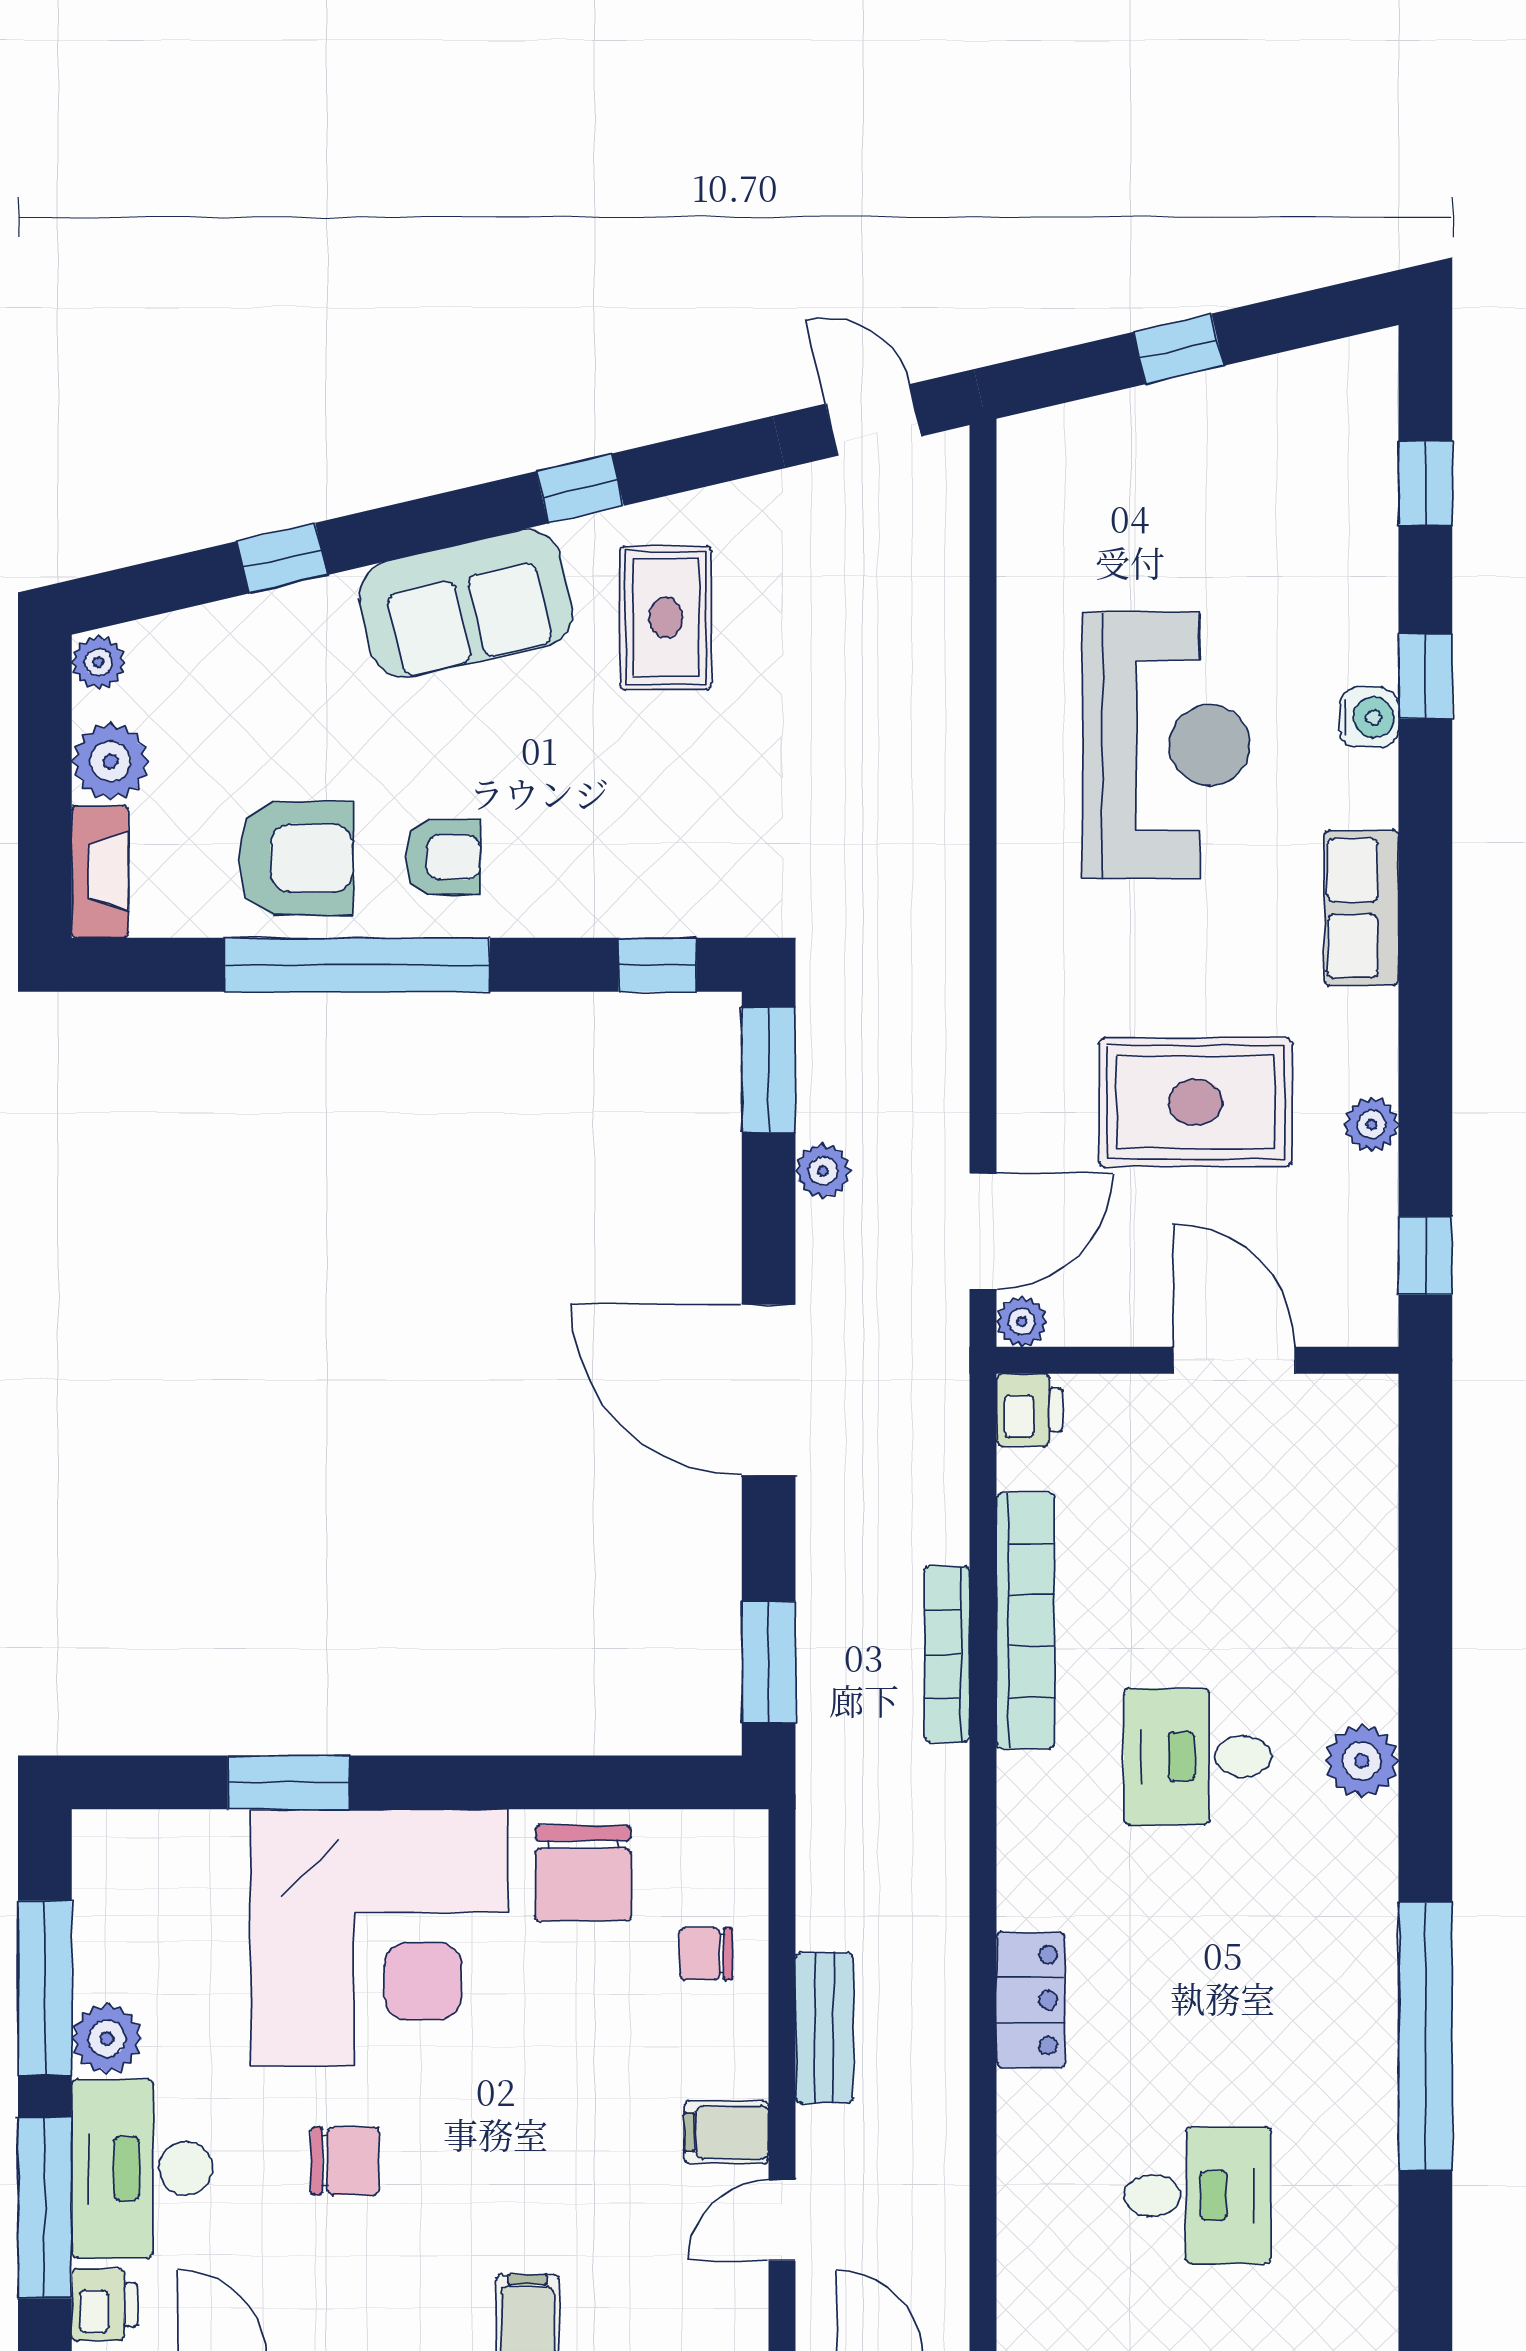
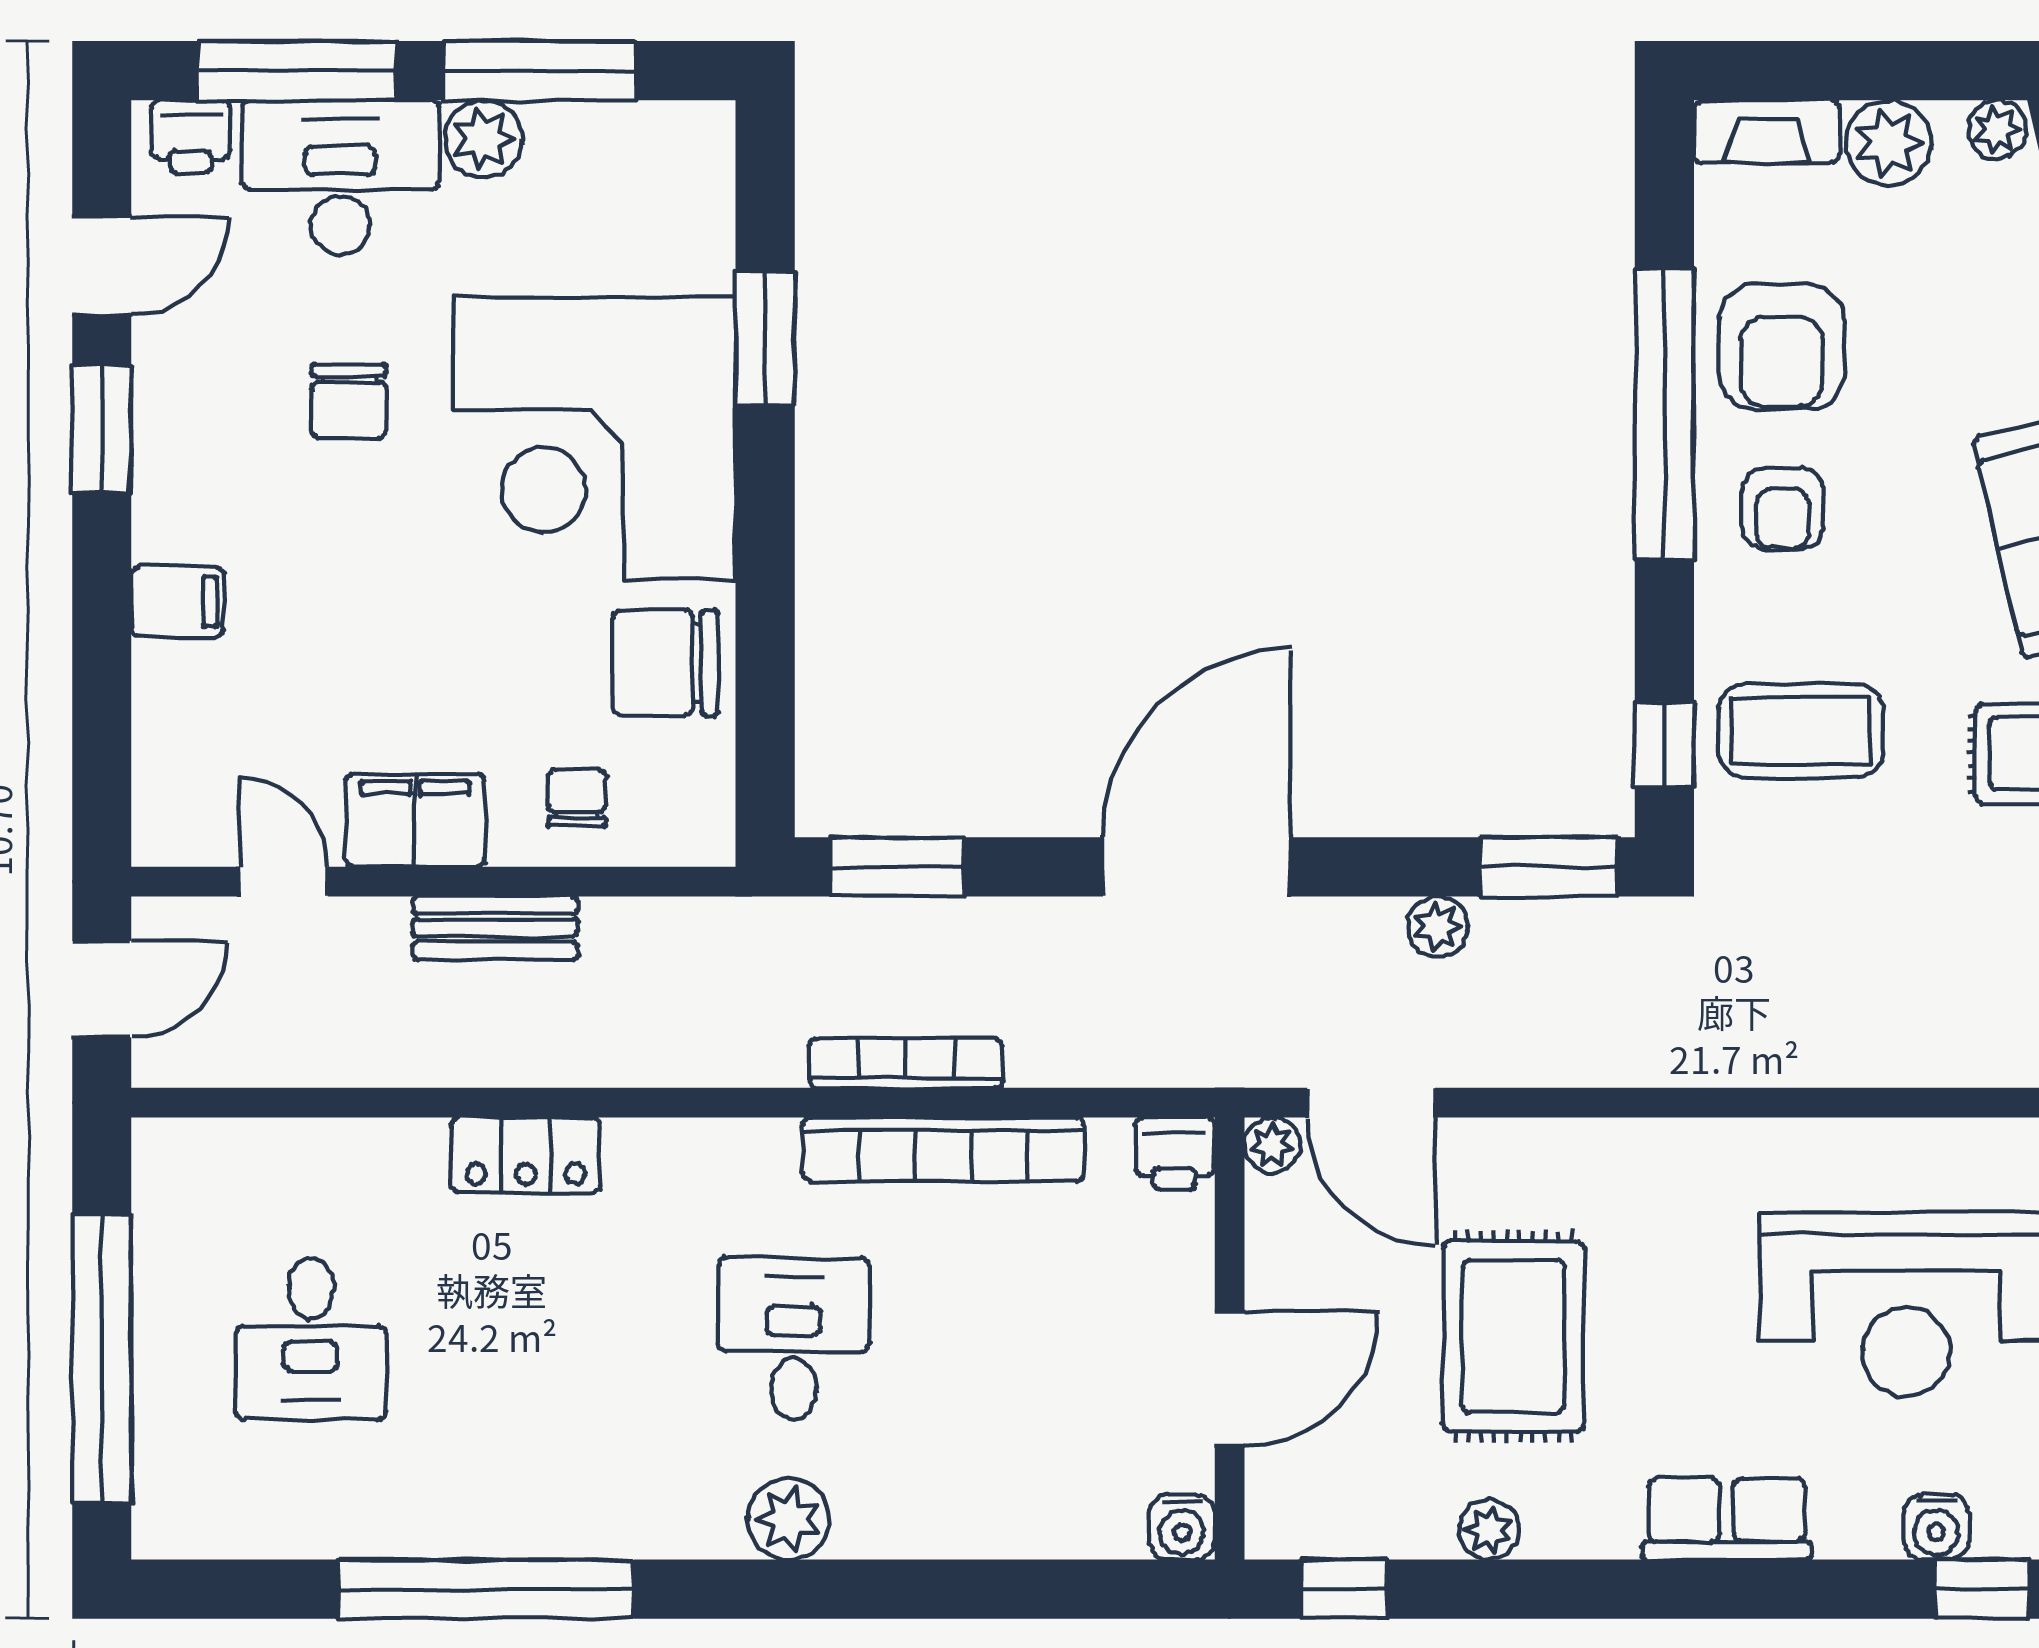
coffee table: (645, 841) -> (1801, 731), added
water cooler: (1369, 1403) -> (1182, 1527), added
filing cabinet: (726, 2132) -> (415, 820), width x2.00

